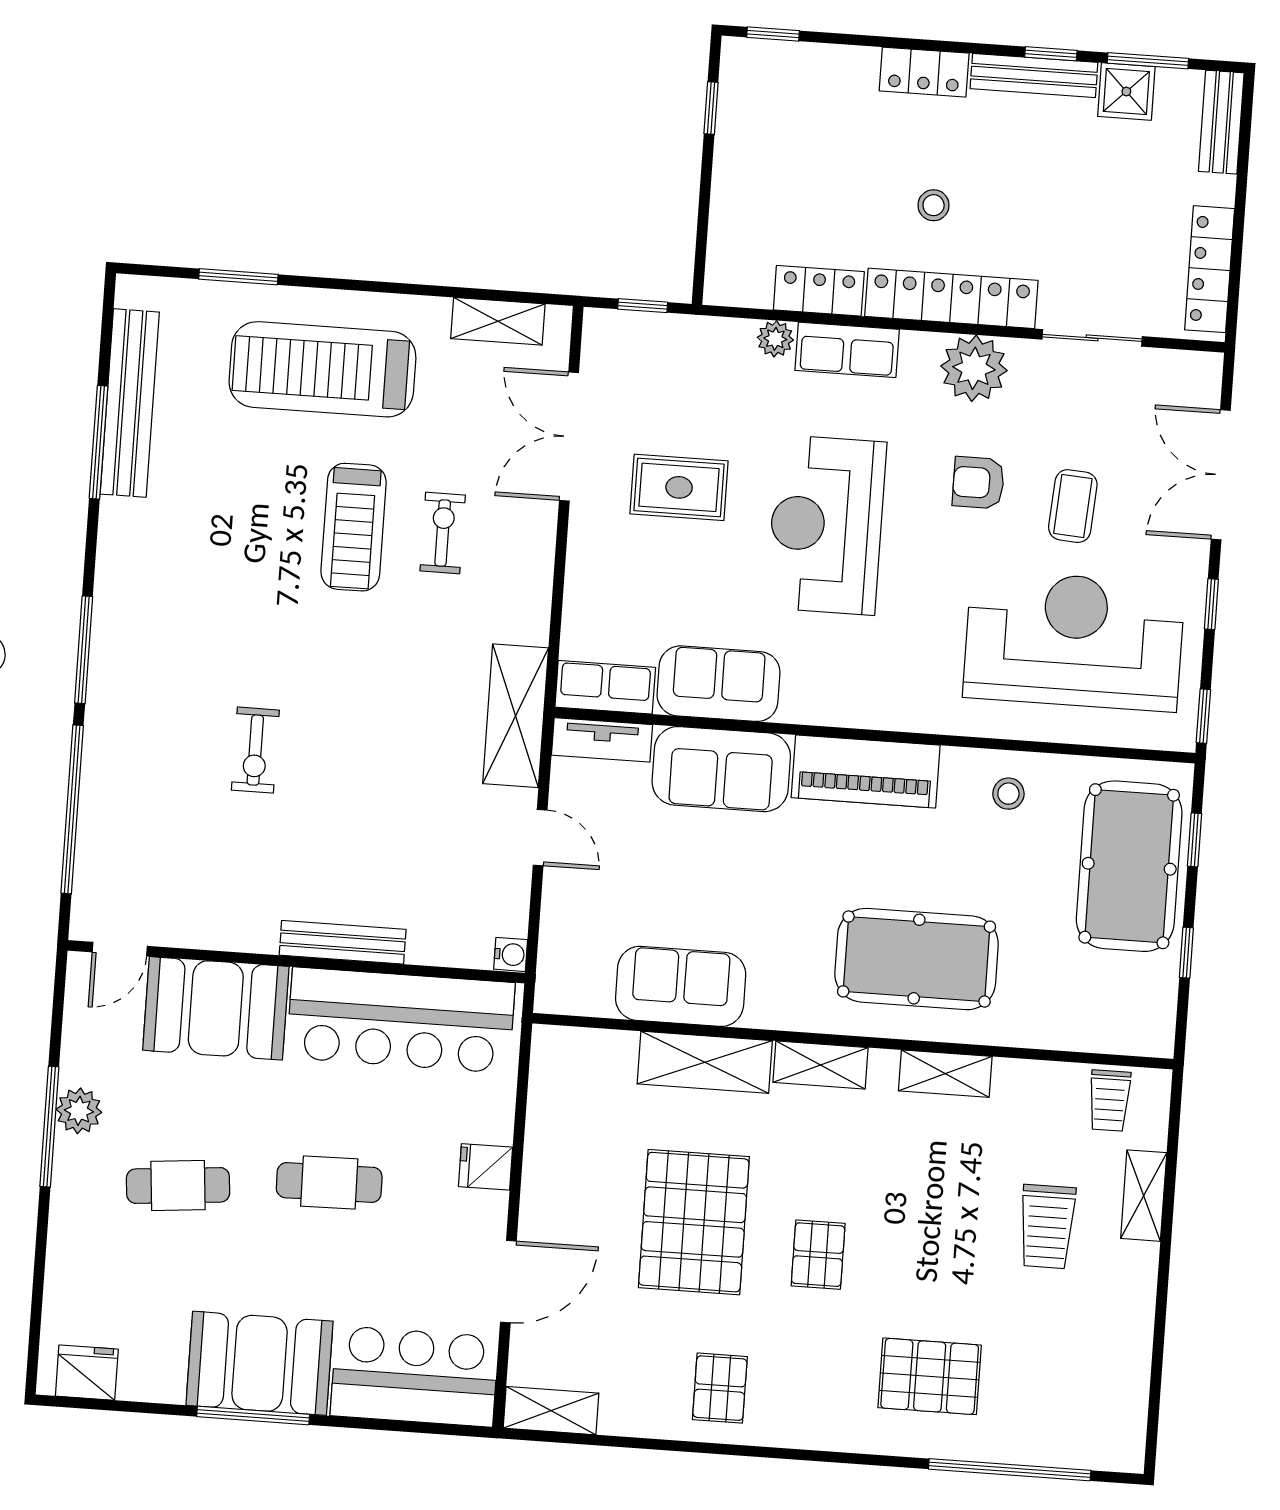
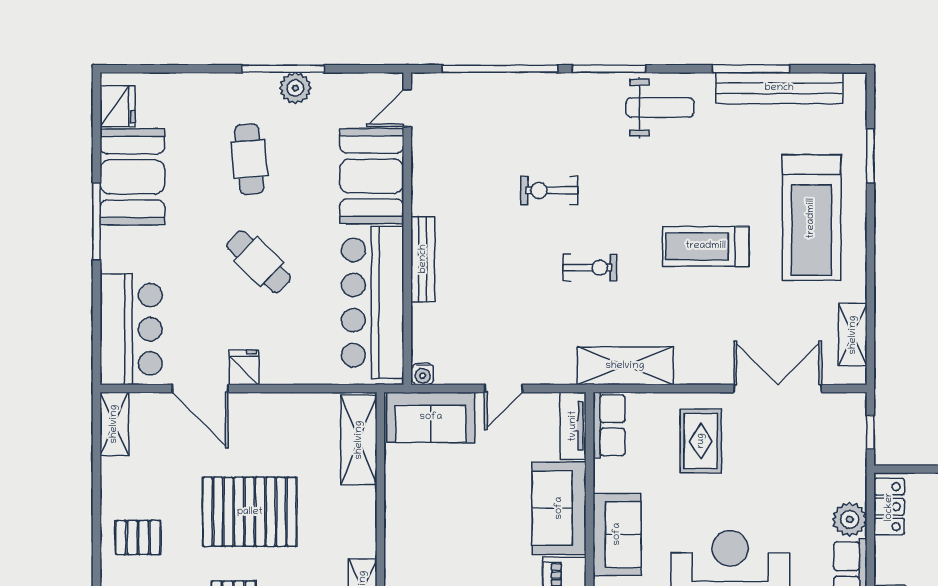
locker: (819, 291) -> (889, 507), moved
plant: (775, 339) -> (850, 519), width x1.38, depth x1.38
treadmill: (322, 369) -> (811, 218), turned 180
rug: (679, 487) -> (701, 441), moved
exercise bike: (443, 533) -> (590, 268), moved
weight bench: (146, 579) -> (660, 107), added
sofa: (719, 684) -> (617, 534), moved
shelving: (516, 716) -> (625, 366), moved
door: (120, 949) -> (407, 108), hinge flipped
sofa: (681, 986) -> (431, 417), moved, turned 90
shelving: (705, 1062) -> (359, 440), moved
fridge: (486, 1167) -> (244, 367), moved
cafe table: (329, 1183) -> (259, 262), turned -45
booth: (260, 1363) -> (132, 177), moved

